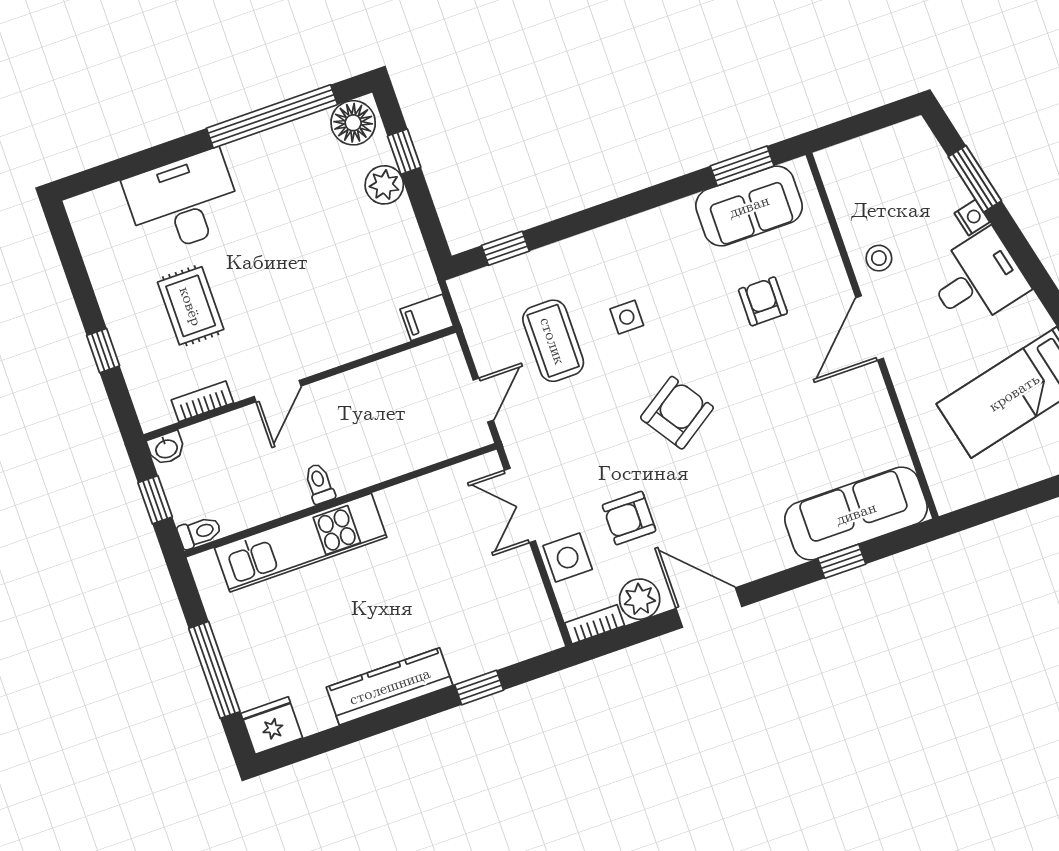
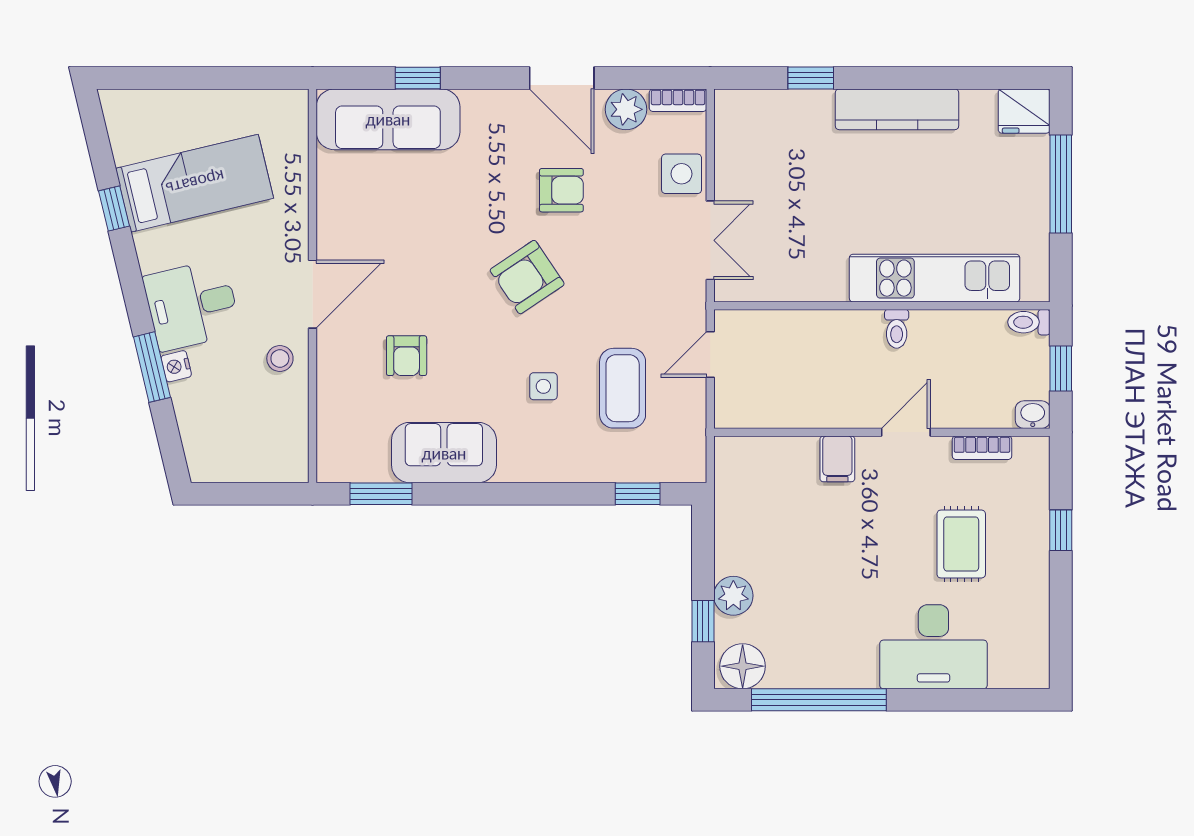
window: (975, 179) -> (152, 367), moved
sofa: (749, 206) -> (444, 453), moved
filing cabinet: (427, 318) -> (837, 459), moved, turned 90
armchair: (629, 518) -> (561, 190), moved

